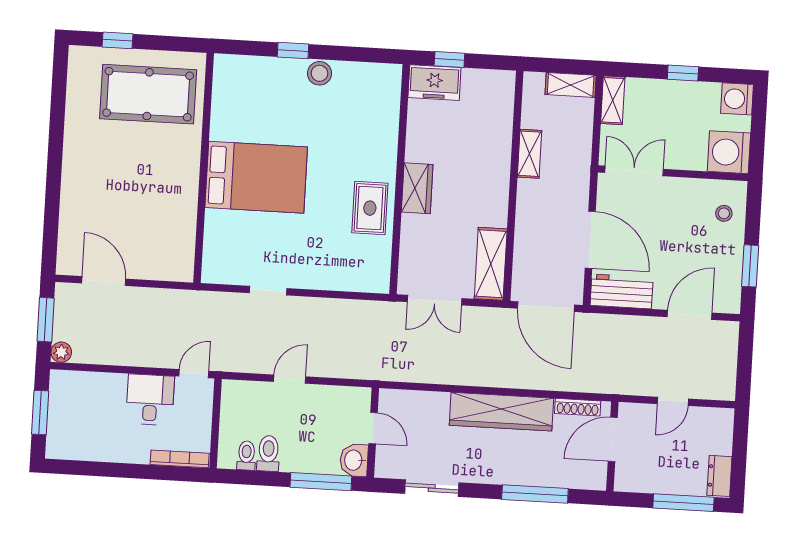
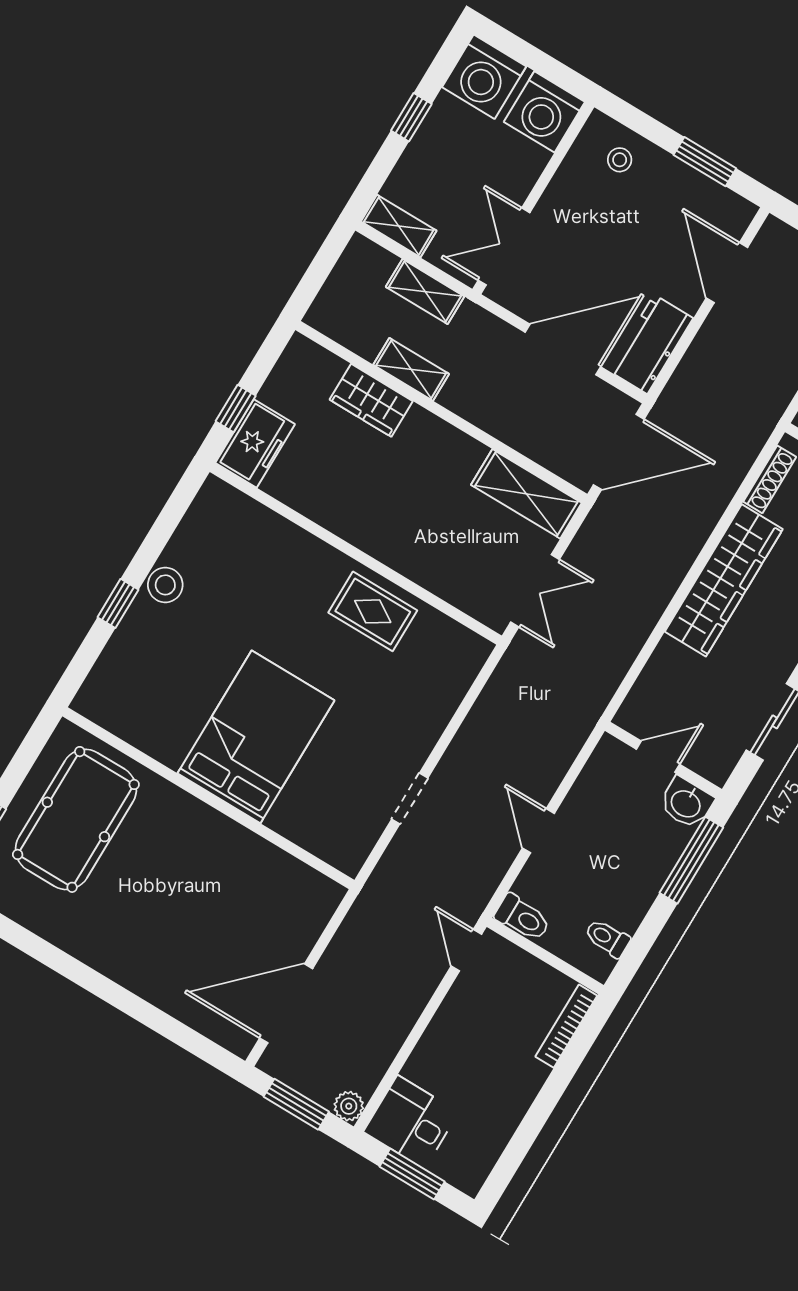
shelving: (571, 85) -> (425, 292), moved, turned 90
washing machine: (737, 99) -> (484, 77), width x1.37, depth x1.37
wardrobe: (417, 188) -> (371, 400), moved, turned 180
door: (104, 281) -> (286, 1003), width x1.36
desk: (150, 400) -> (411, 1122), moved
toilet: (268, 453) -> (523, 918), moved, turned 180

